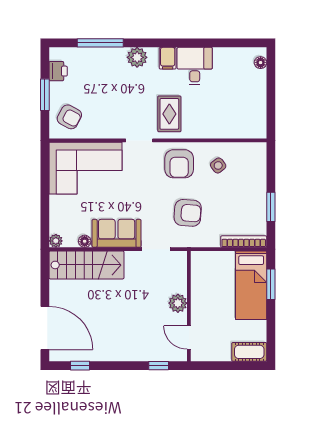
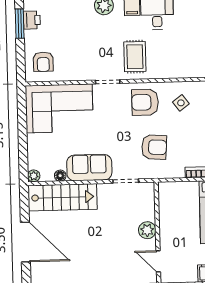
window: (45, 95) -> (20, 24), moved
armchair: (69, 117) -> (43, 62), turned 62
armchair: (179, 164) -> (145, 102), turned 90
door: (45, 328) -> (25, 242), moved

